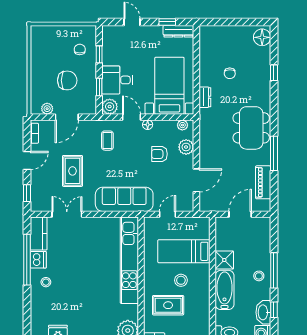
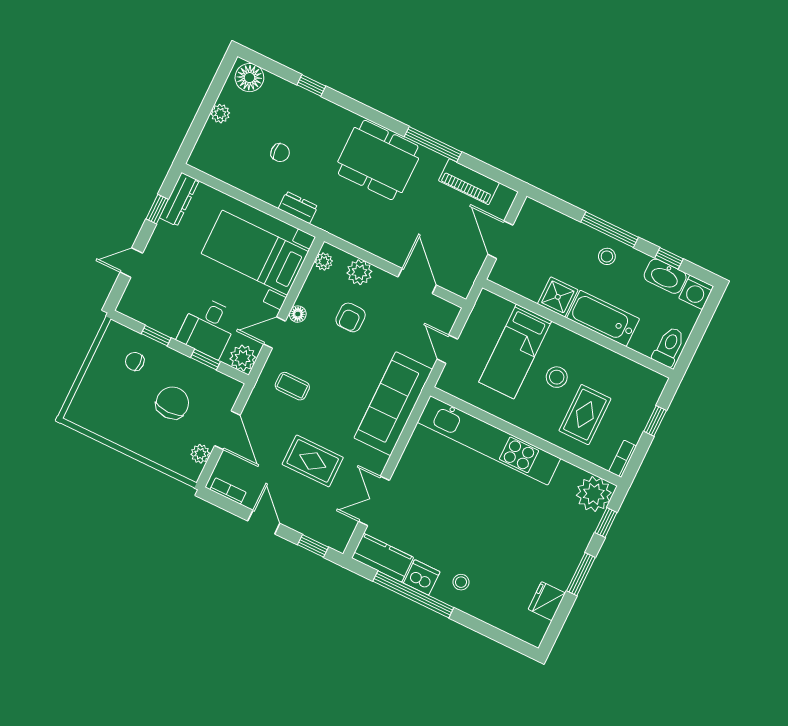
plant: (235, 31) -> (220, 114), added

